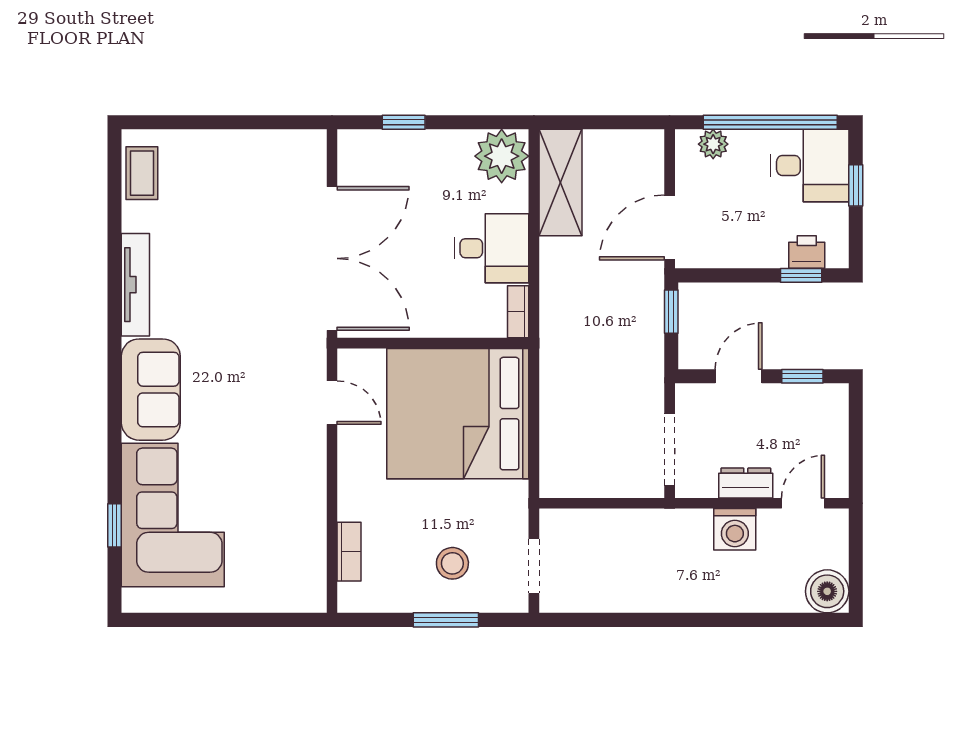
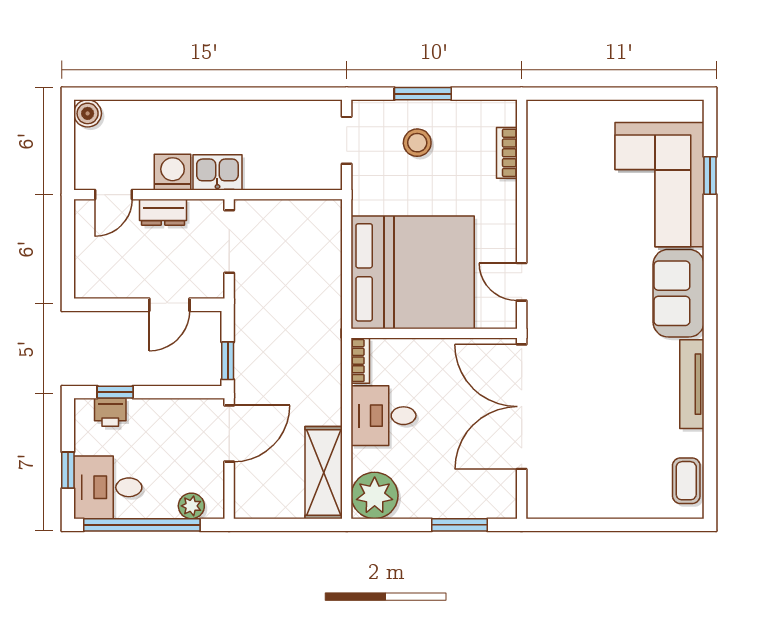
window: (404, 122) -> (460, 525), width x1.50
window: (802, 376) -> (114, 305), removed
kitchen sink: (683, 529) -> (217, 172), added
boiler: (827, 591) -> (88, 113), width x0.73, depth x0.73

